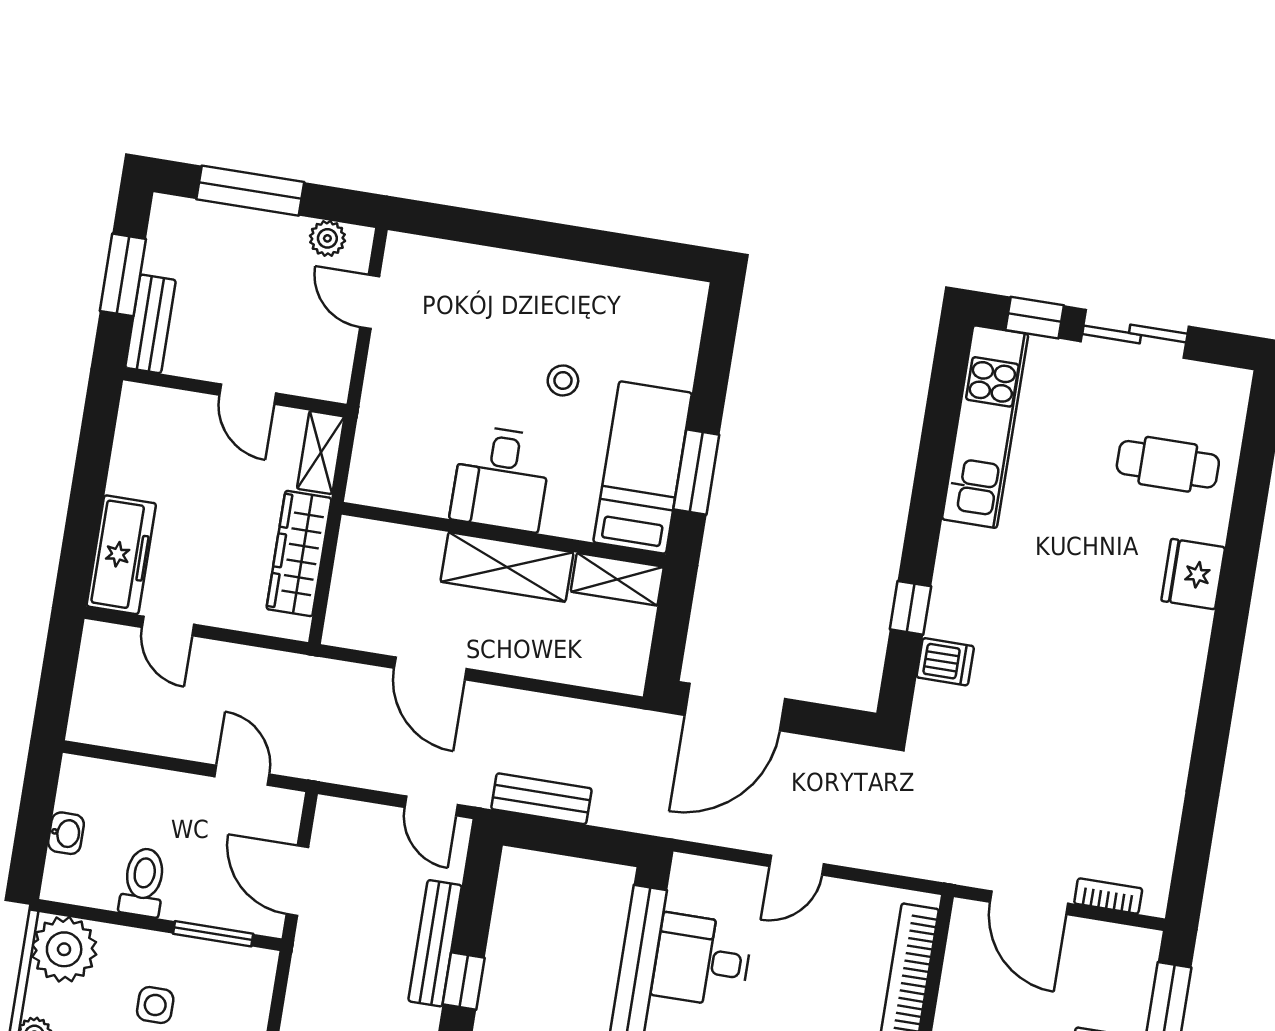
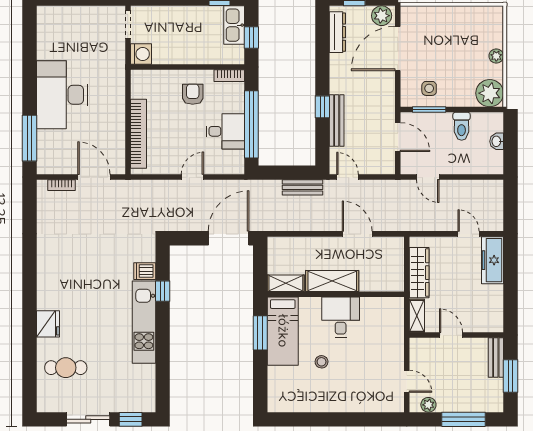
kitchen unit: (985, 427) -> (144, 322), moved
side table: (155, 1005) -> (429, 88), moved

